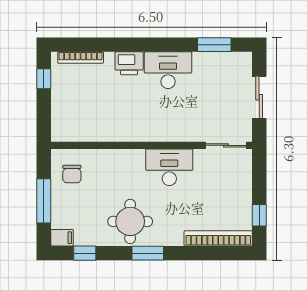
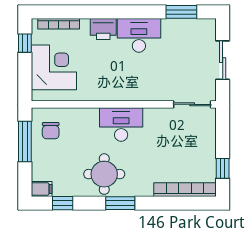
corner desk: (75, 105) -> (54, 67), added
desk: (169, 167) -> (121, 124), moved
window: (44, 201) -> (25, 142), moved

